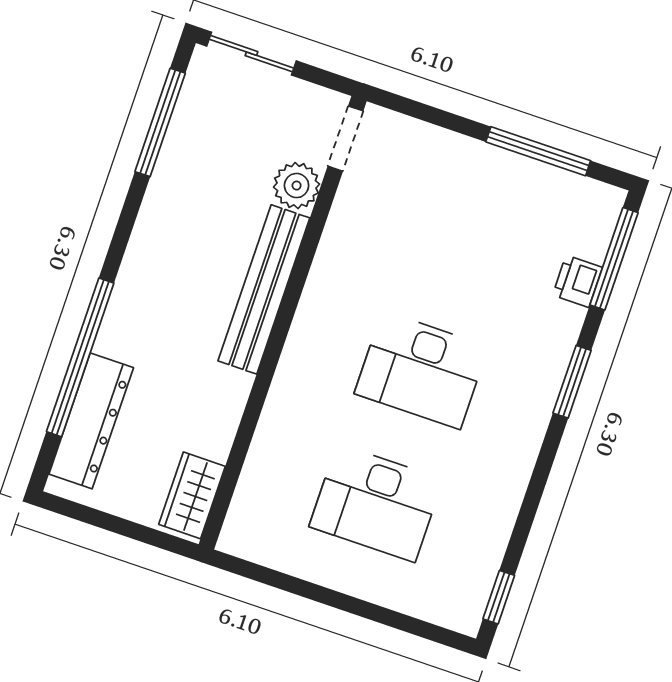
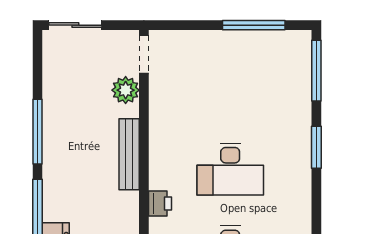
window: (160, 122) -> (38, 132), moved
printer: (577, 281) -> (160, 203), moved, turned 180
bench: (264, 289) -> (129, 154), width x0.73, depth x0.82

